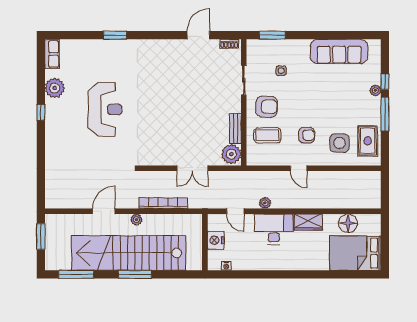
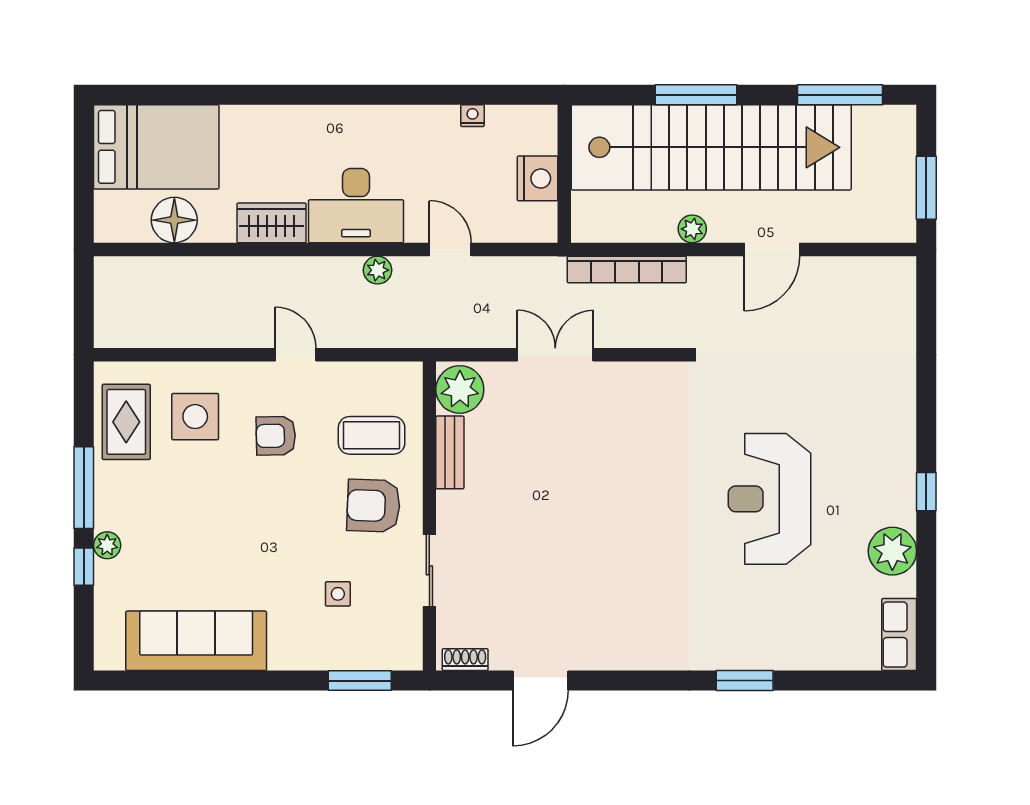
nightstand: (216, 240) -> (538, 178), moved
wall: (205, 242) -> (564, 174), moved

